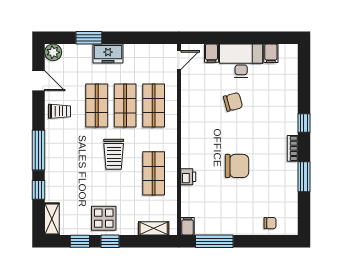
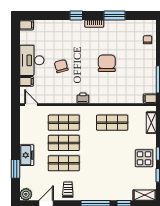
filing cabinet: (271, 53) -> (27, 25), moved
trolley: (114, 154) -> (98, 151), removed
printer: (188, 177) -> (83, 98), moved

